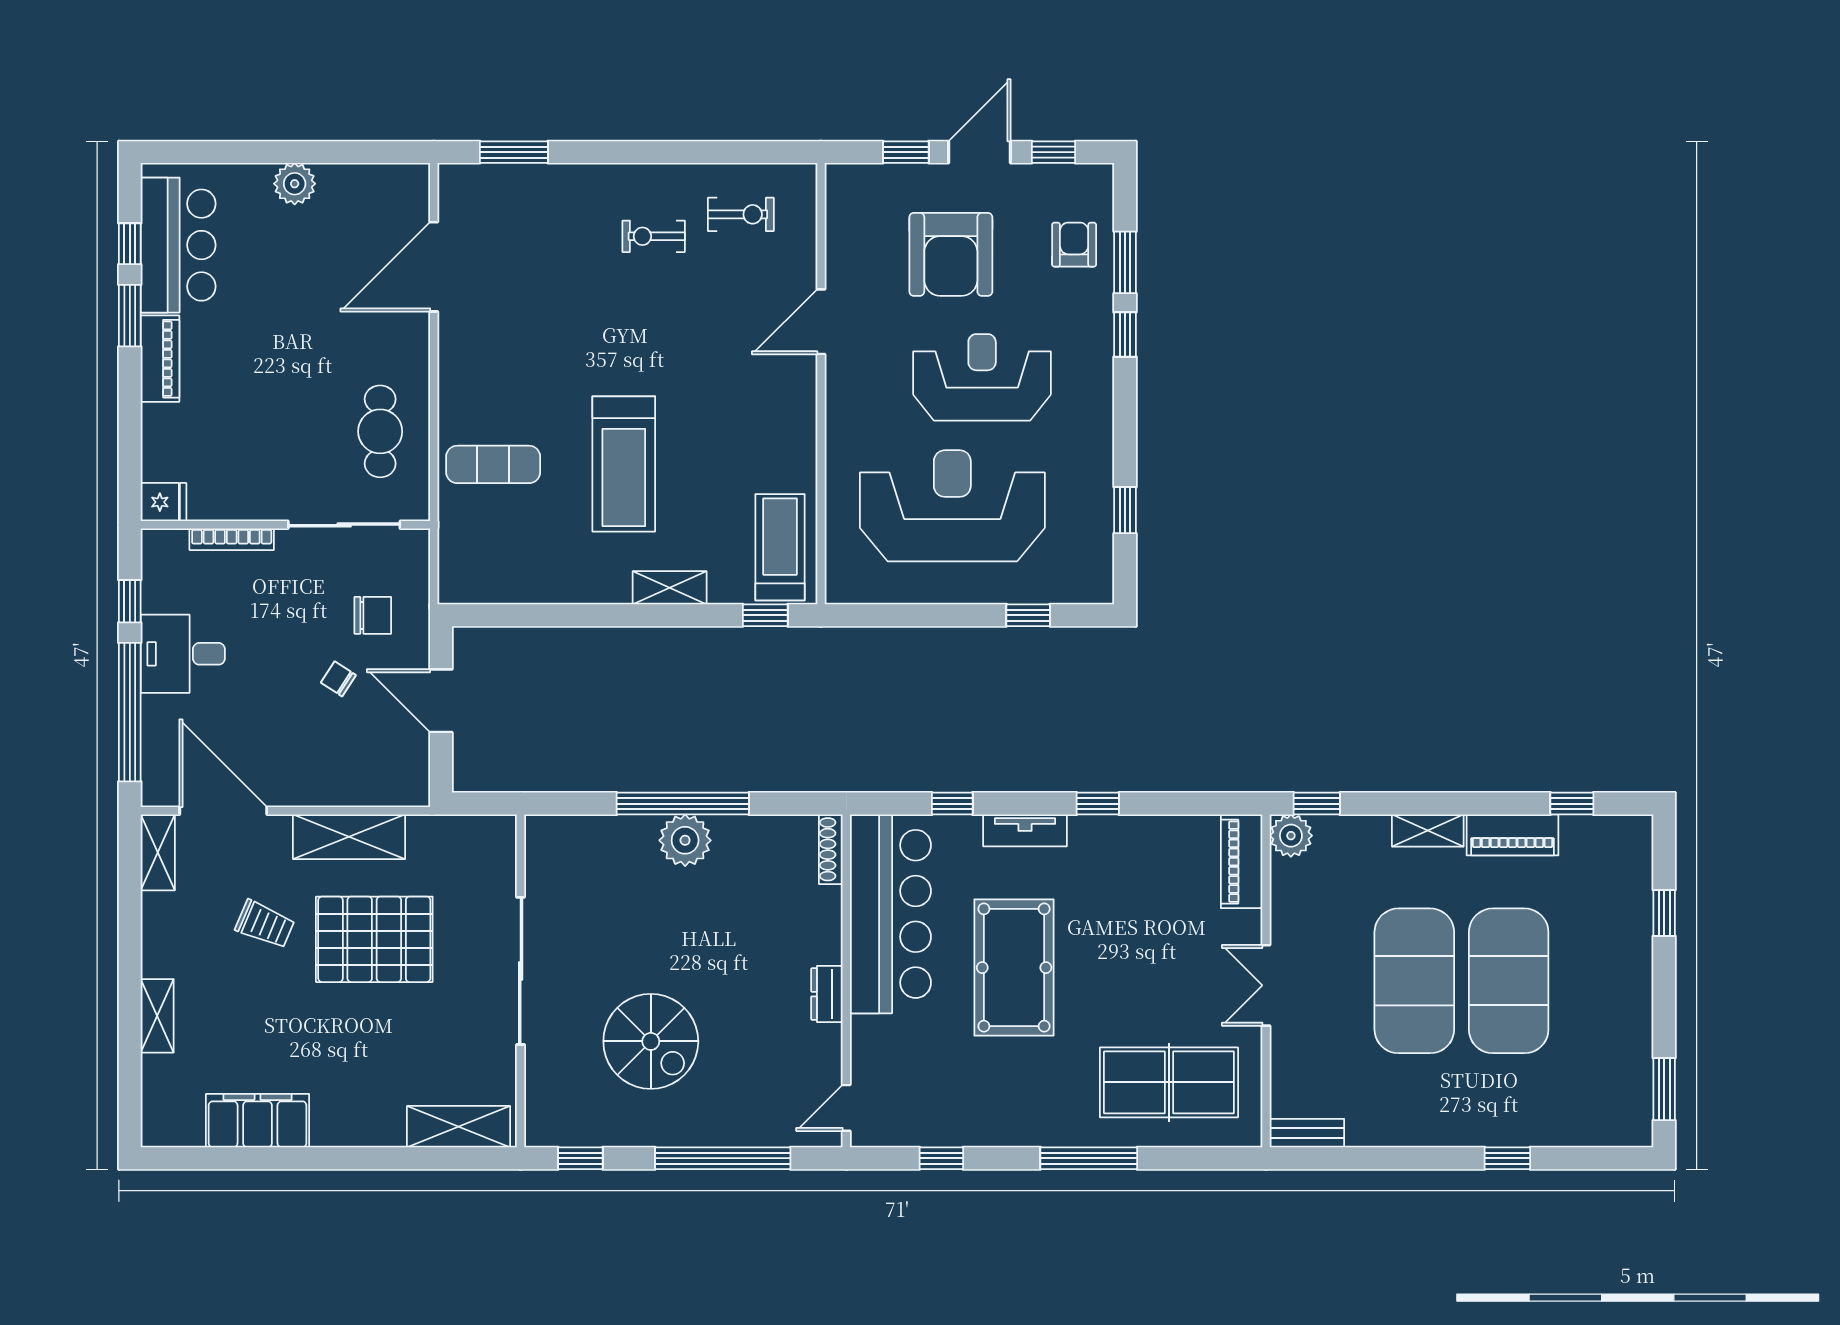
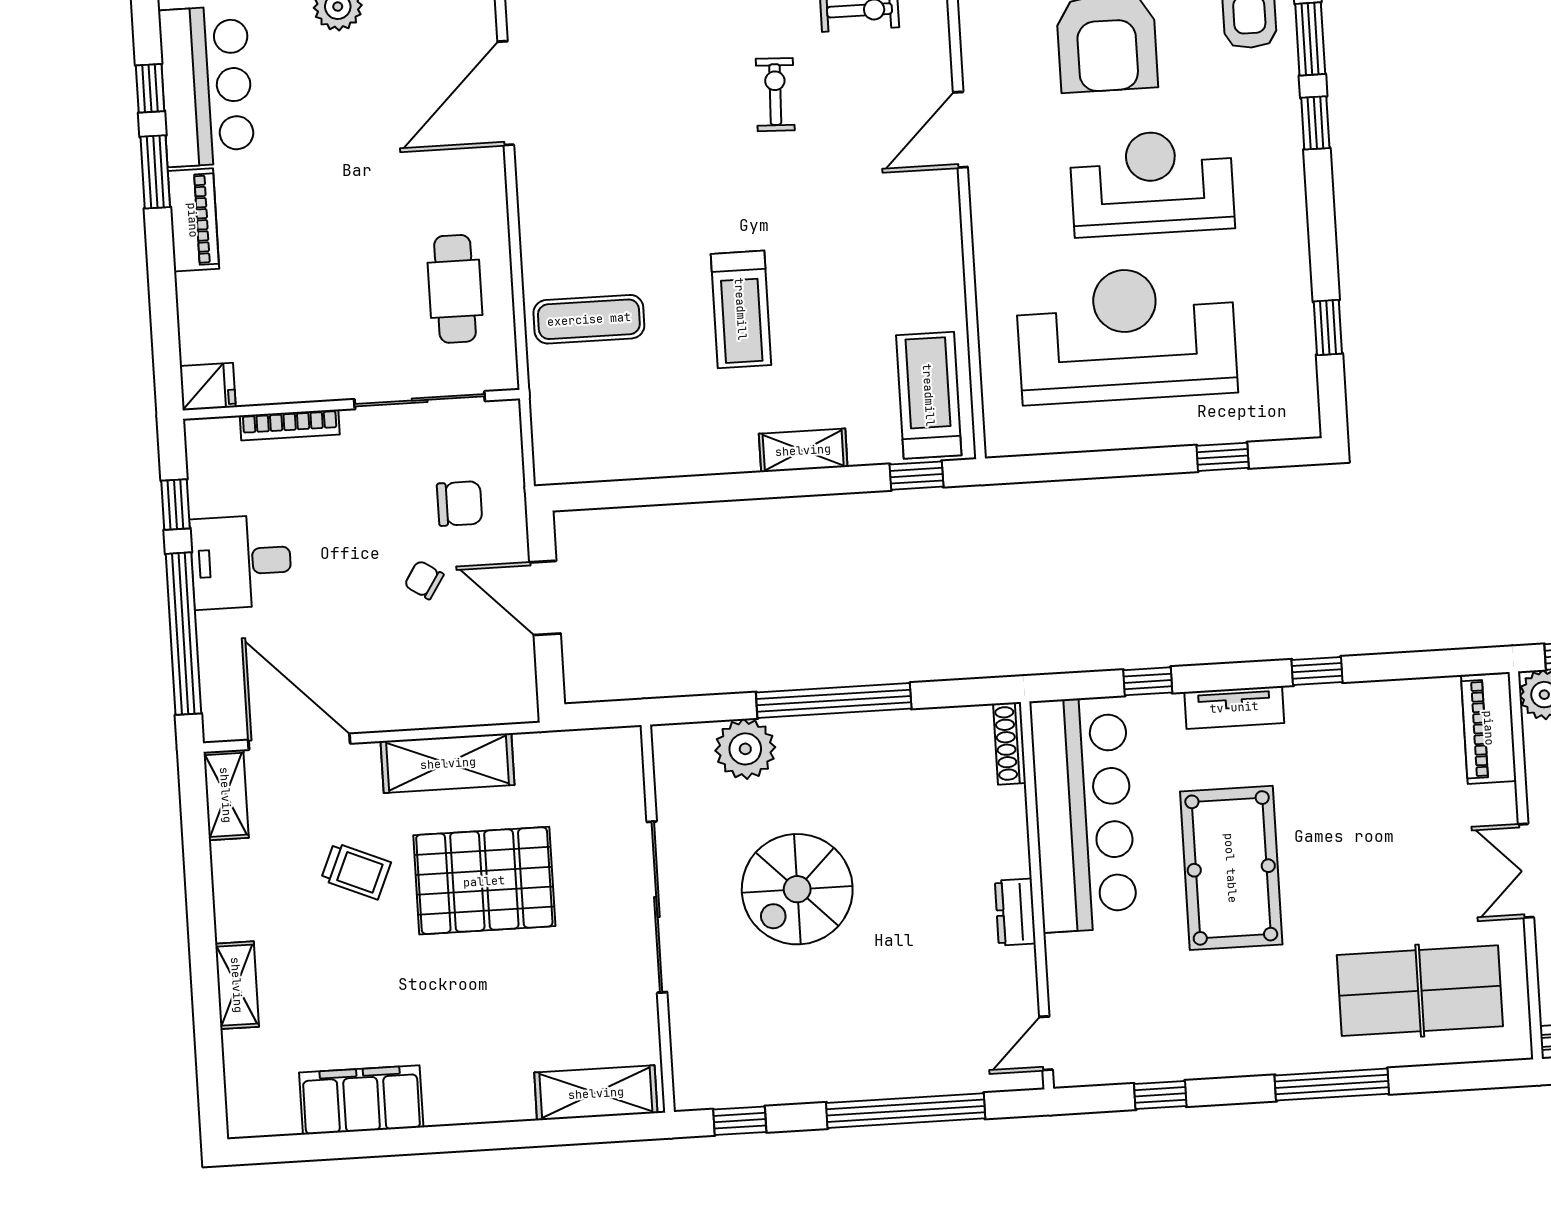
exercise bike: (654, 236) -> (775, 95), moved, turned 92
treadmill: (624, 464) -> (741, 309), width x0.73, depth x0.73
plant: (685, 840) -> (745, 749), moved
spiral stairs: (651, 1041) -> (797, 889), moved, turned 90

